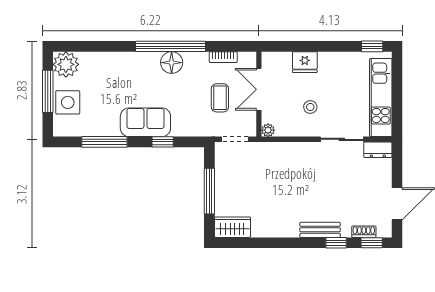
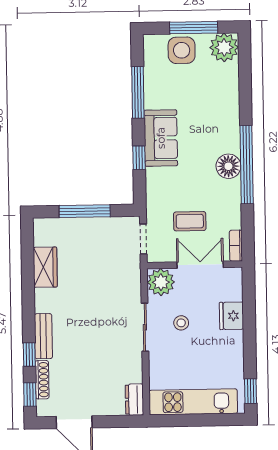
bookcase: (223, 57) -> (236, 246), moved
plant: (268, 130) -> (161, 282), width x1.88, depth x1.88
sliding door: (342, 139) -> (145, 327), moved
wardrobe: (232, 227) -> (45, 267), moved
shoe rack: (364, 232) -> (42, 380), width x1.43

